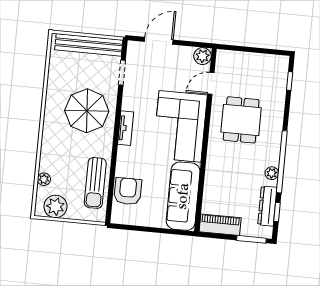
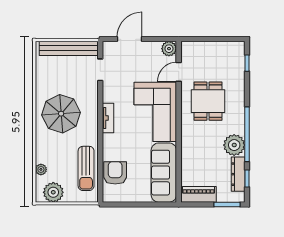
parasol: (87, 111) -> (61, 114), moved
plant: (272, 173) -> (234, 145), width x1.88, depth x1.88

